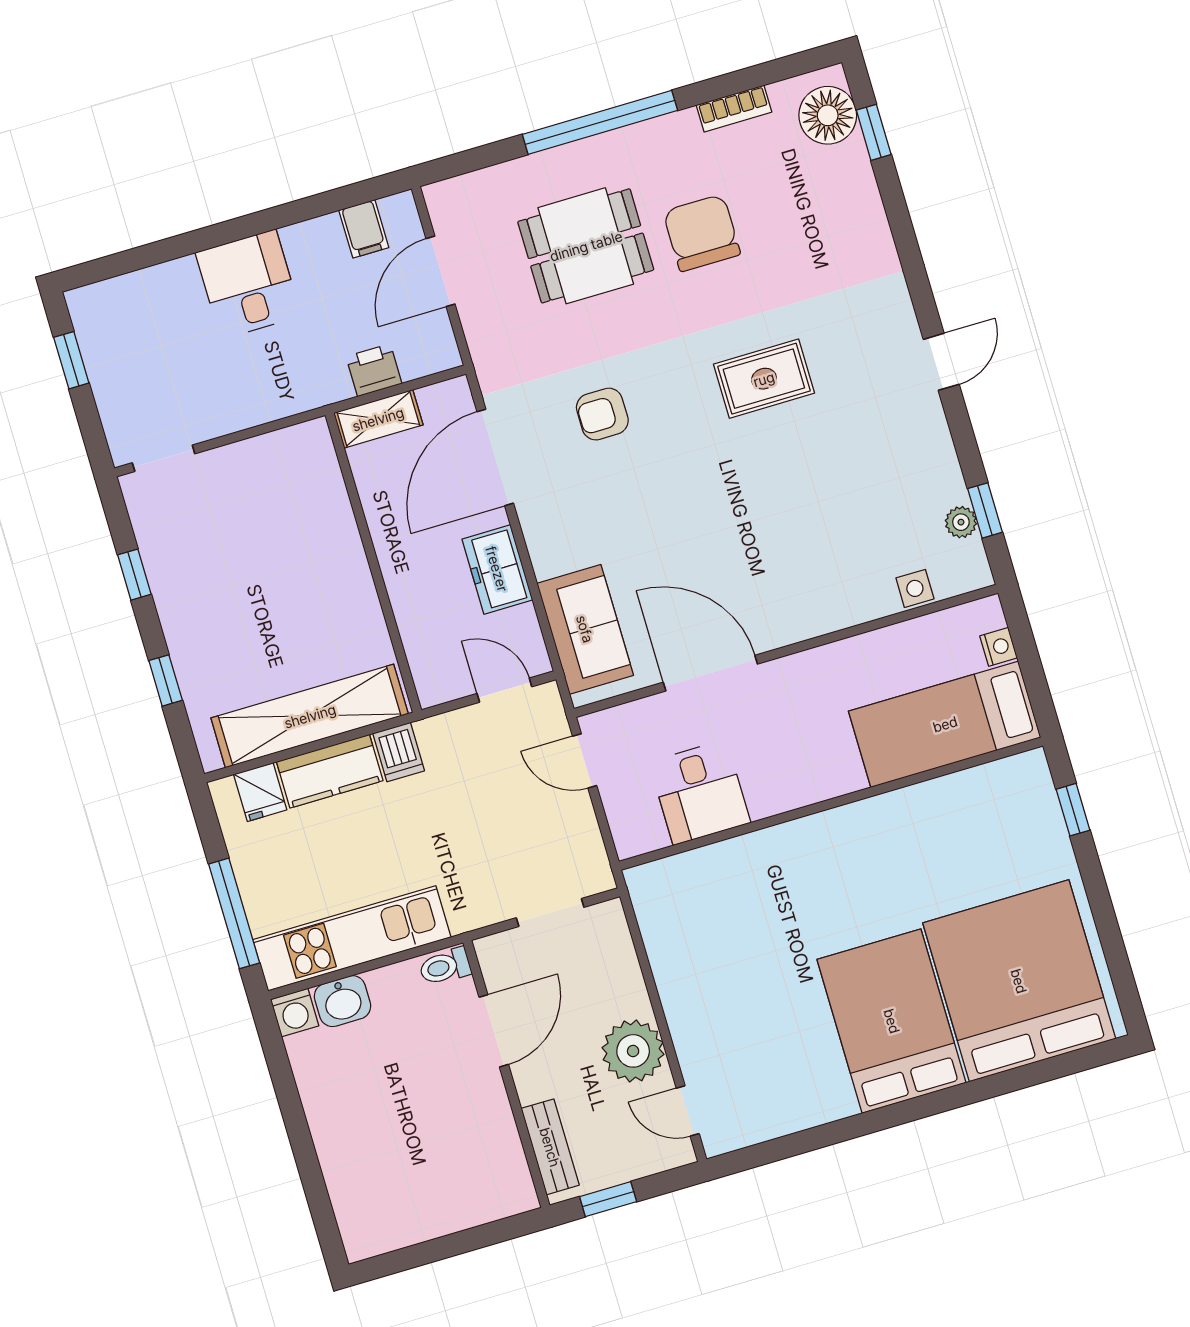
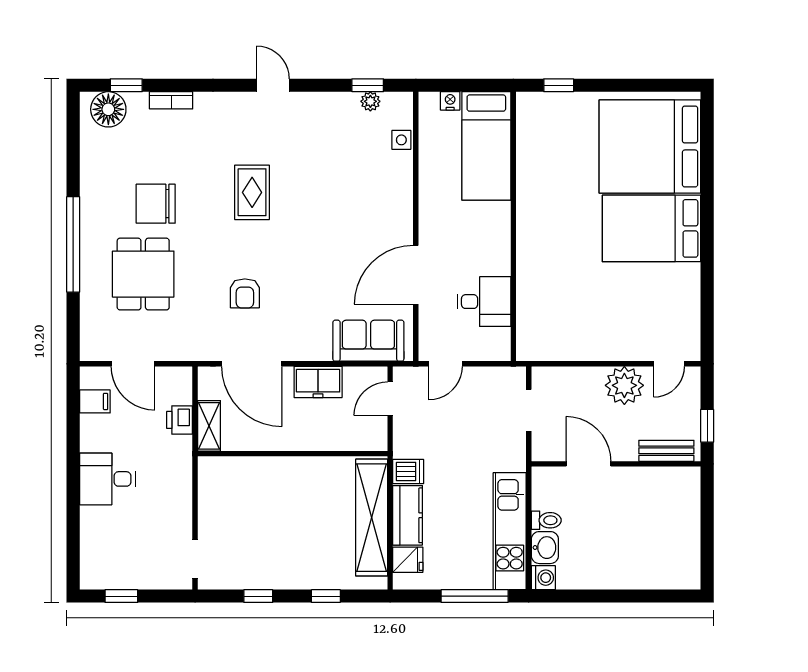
bookcase: (734, 109) -> (171, 100), moved, turned 90
toilet: (445, 967) -> (546, 520), moved, turned -90

